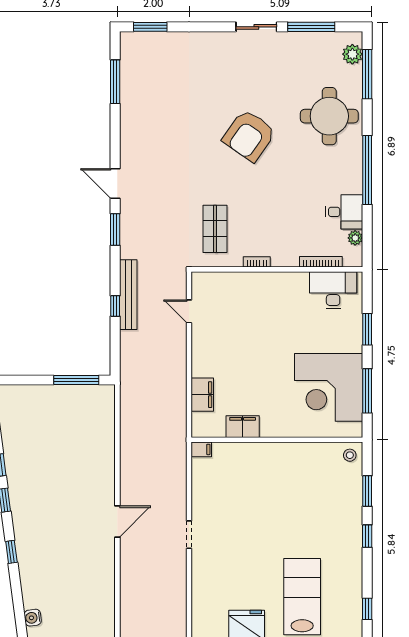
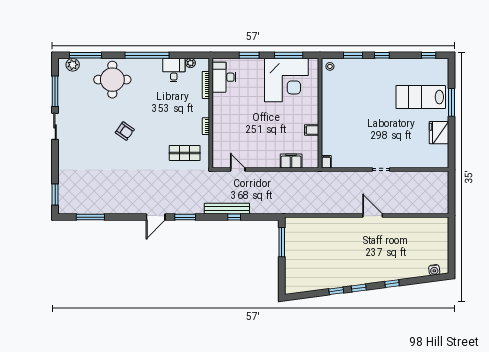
armchair: (249, 136) -> (125, 131), width x0.53, depth x0.53
door: (189, 311) -> (238, 170), swing flipped
filing cabinet: (243, 427) -> (312, 130), width x0.50

